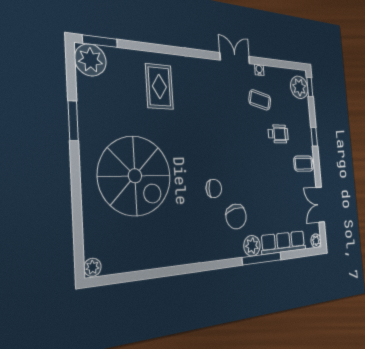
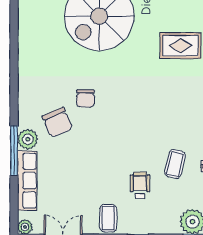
wheelchair: (278, 134) -> (140, 185), turned 180
chair: (236, 216) -> (57, 122), turned -100

